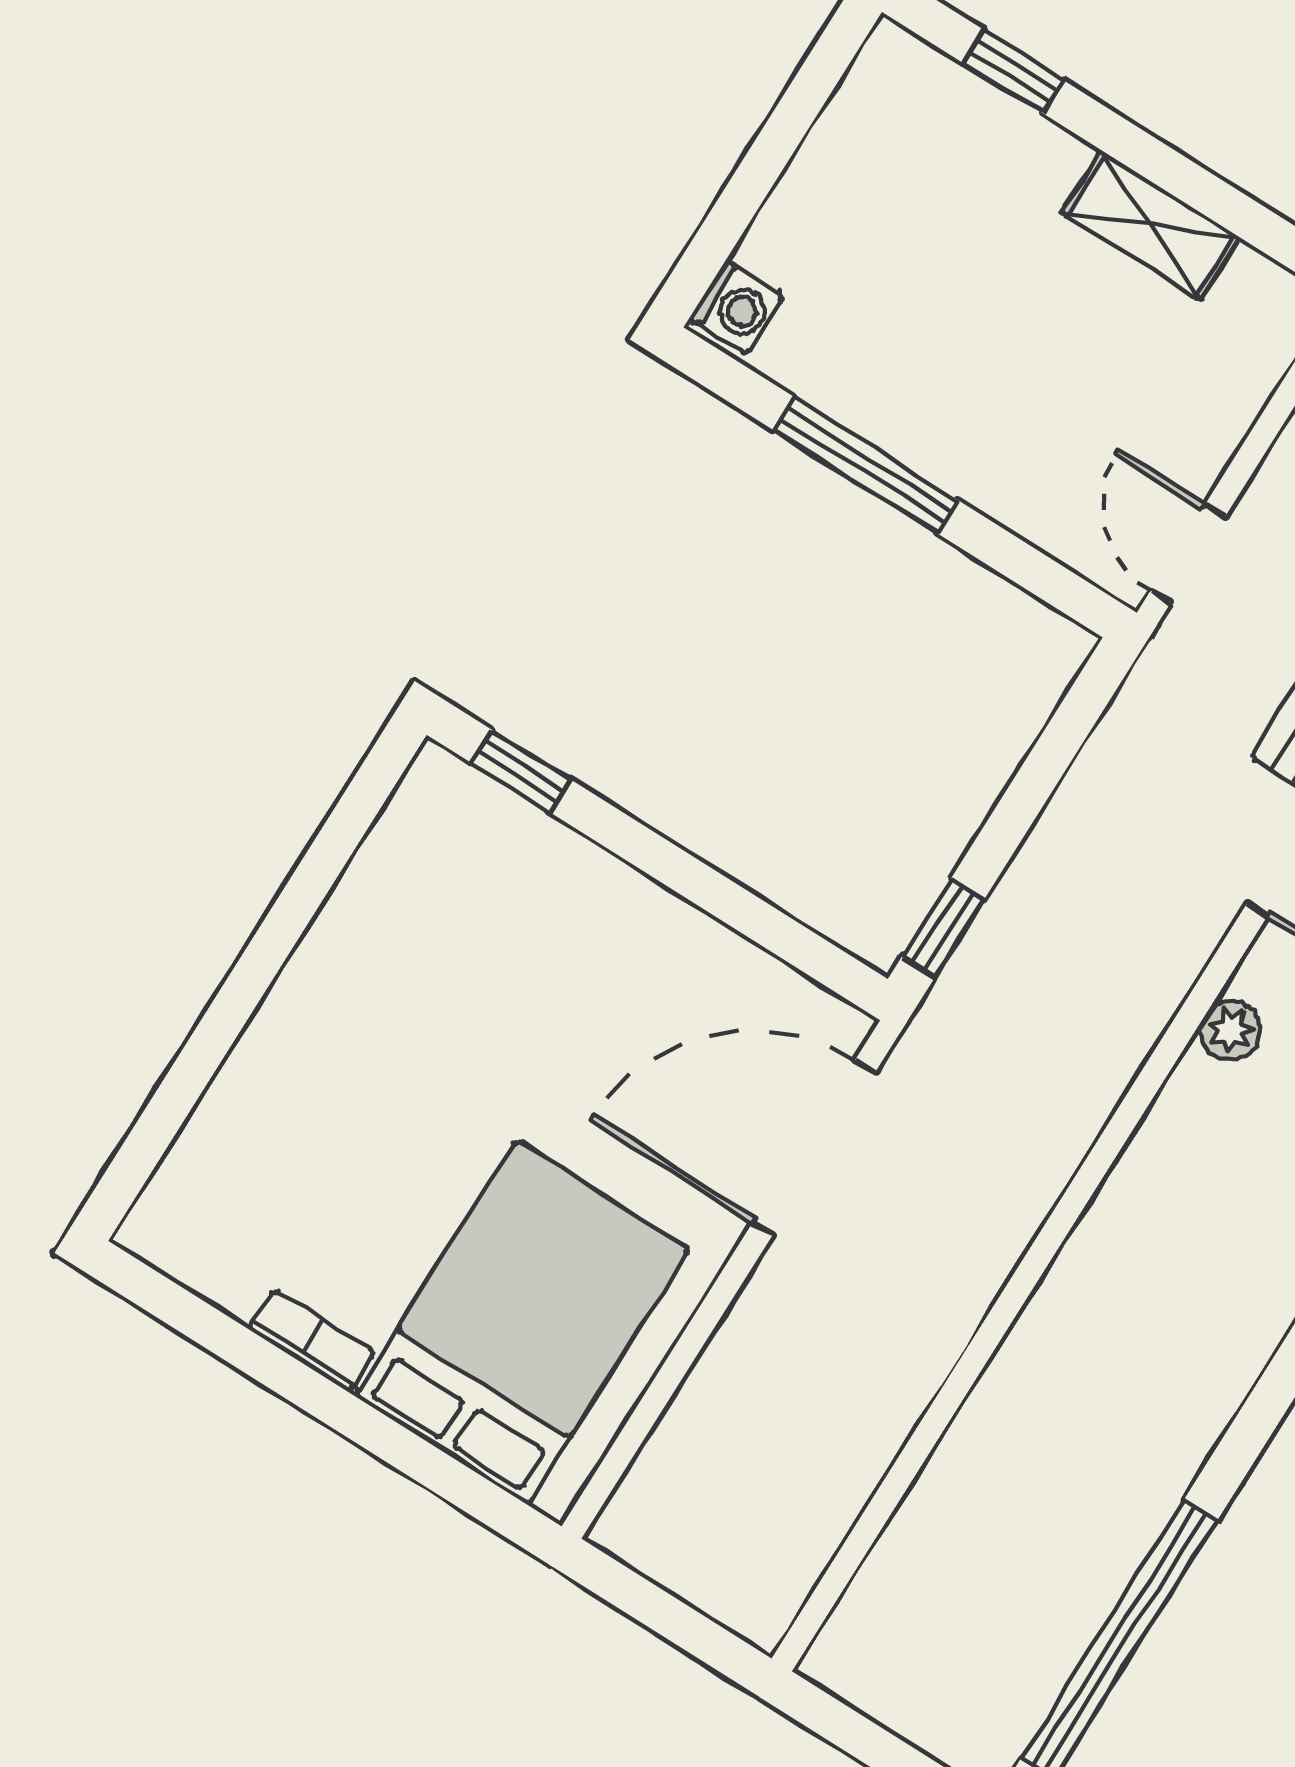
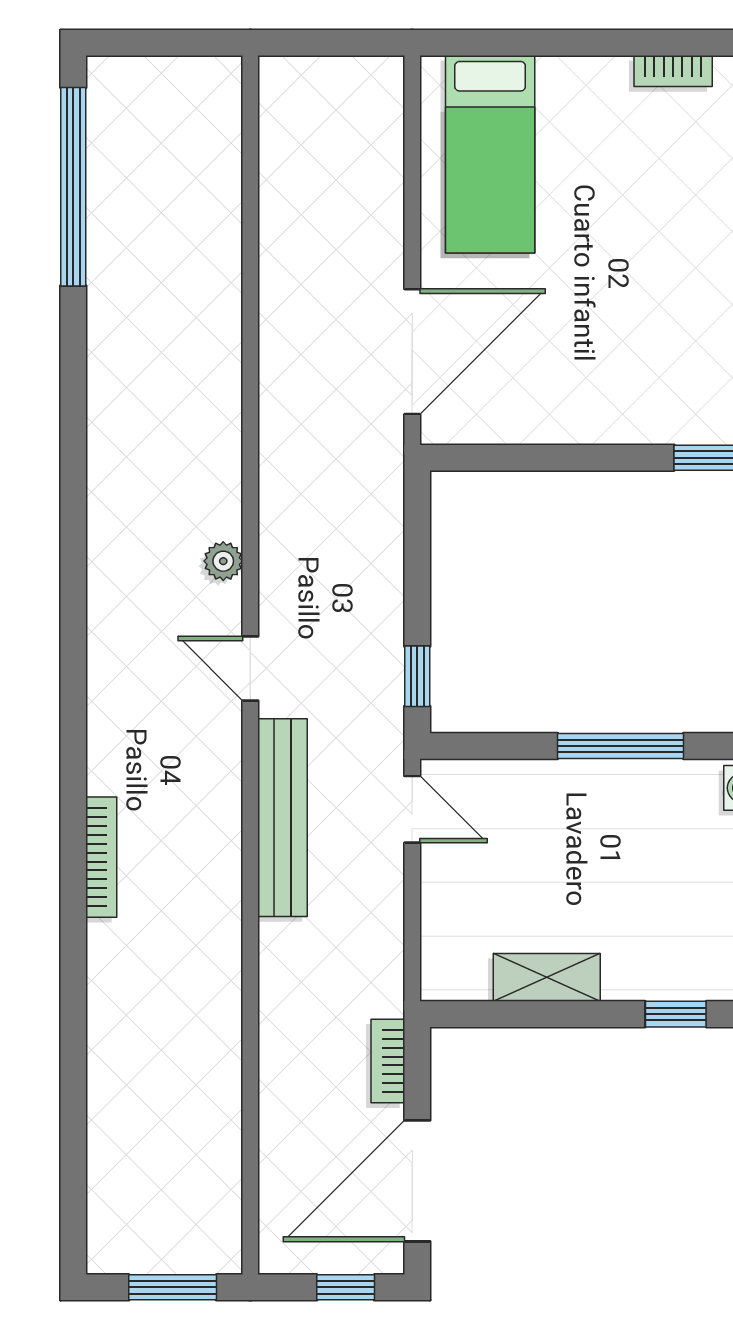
window: (943, 928) -> (417, 676), moved
bed: (522, 1322) -> (490, 154), width x0.67
bookcase: (312, 1341) -> (673, 71), moved

